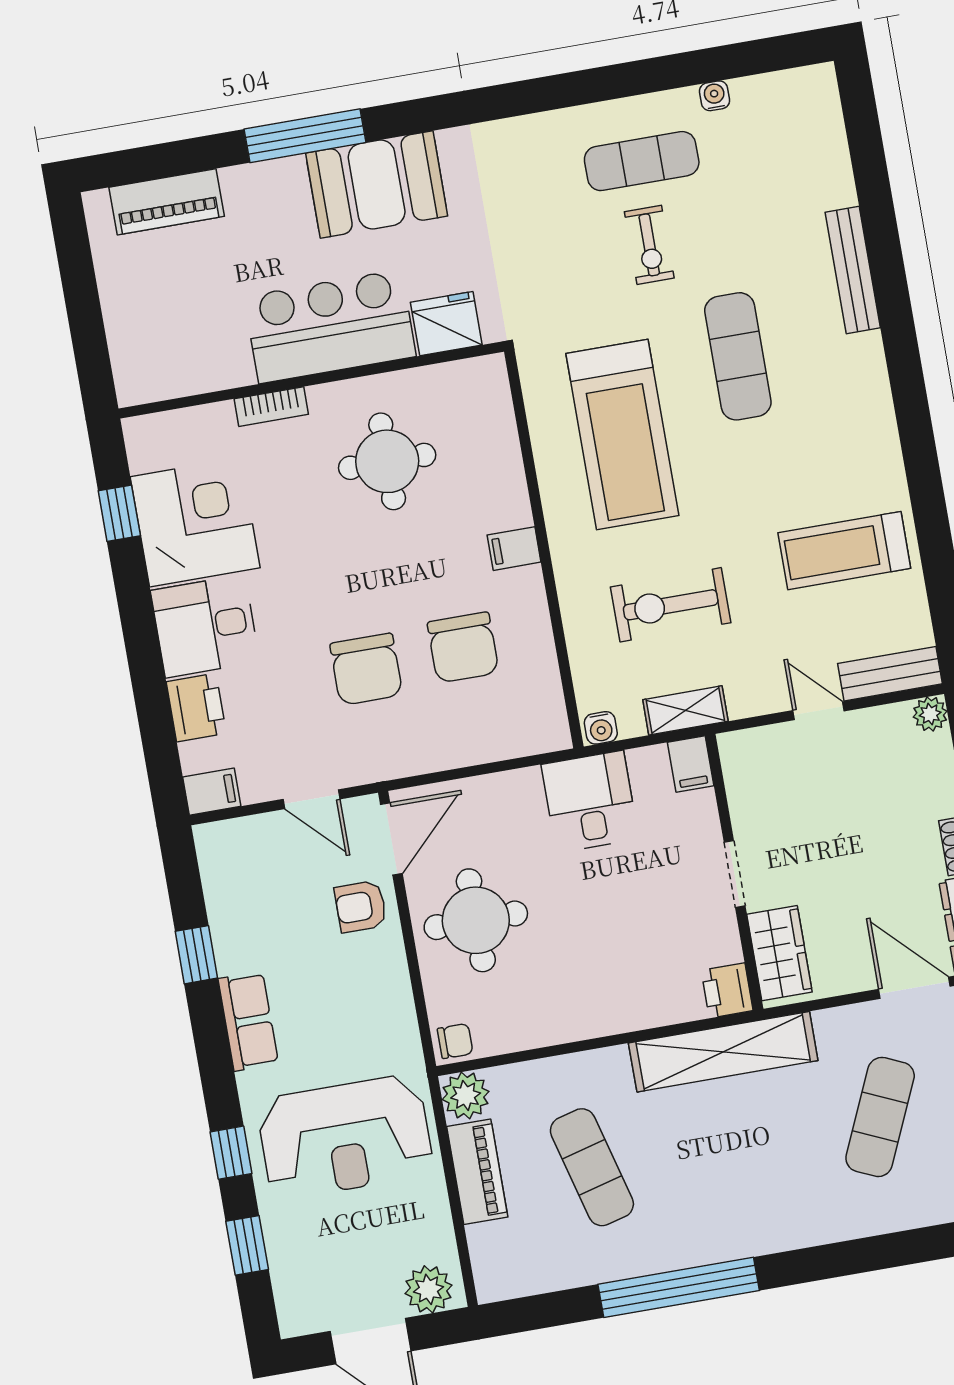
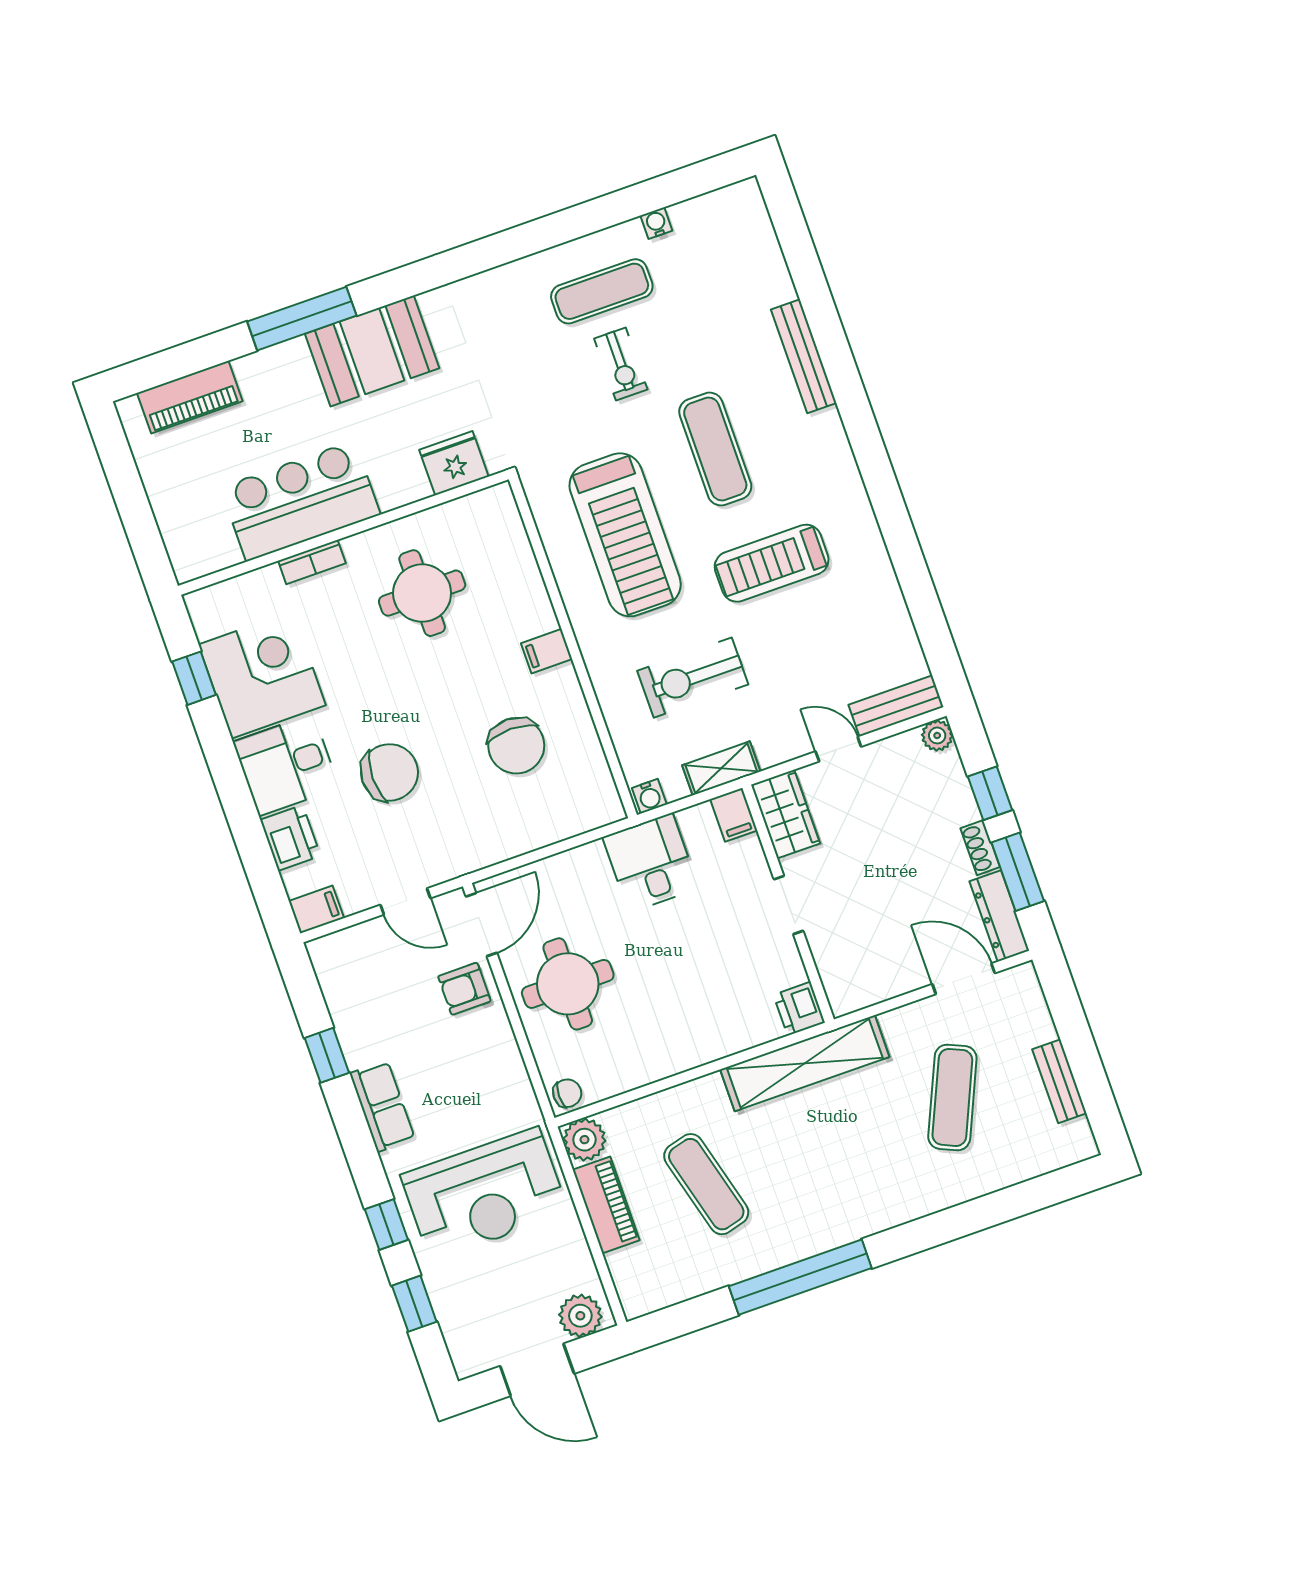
bar counter: (330, 327) -> (300, 501), moved
treadmill: (844, 551) -> (772, 563), moved
chair: (366, 669) -> (389, 772), moved, turned -90
wardrobe: (779, 953) -> (786, 814), moved

